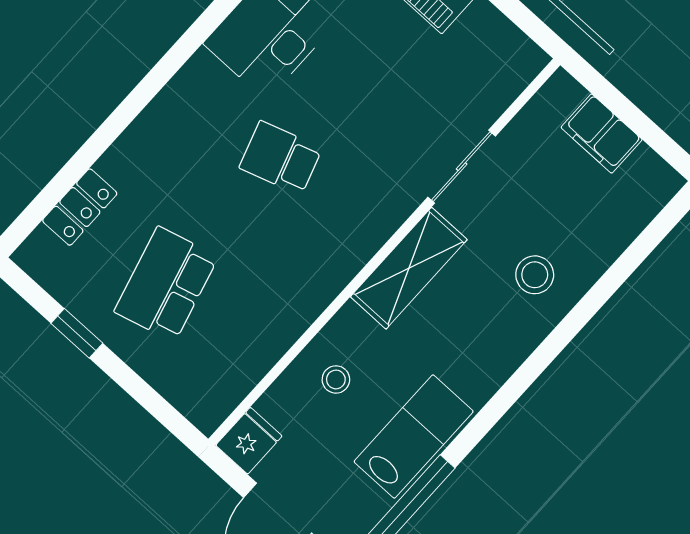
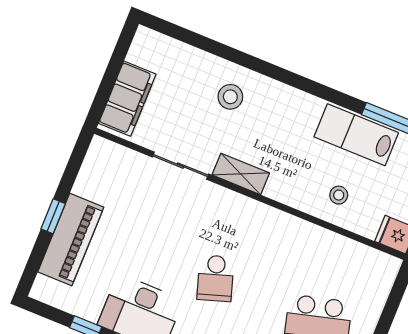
filing cabinet: (602, 134) -> (127, 99), width x1.50, depth x1.17
shelving: (409, 268) -> (241, 174), width x0.67, depth x0.75

